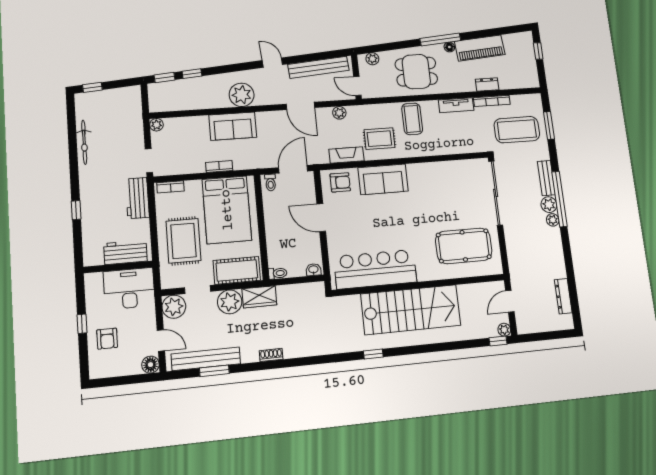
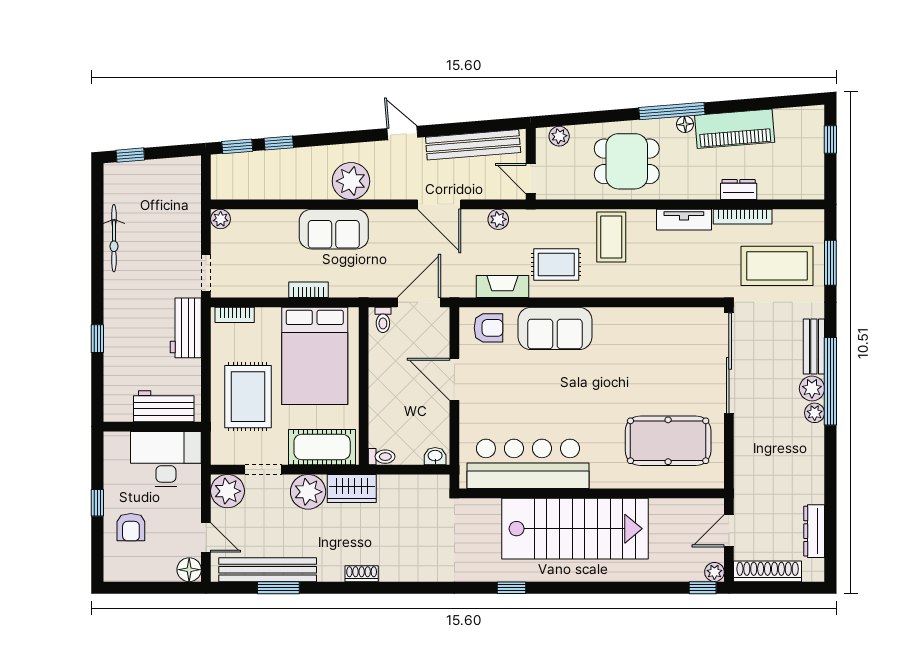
shoe rack: (538, 326) -> (768, 571), added

